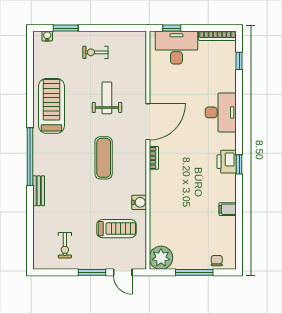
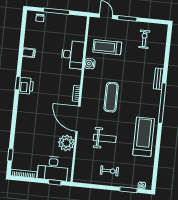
weight bench: (107, 98) -> (105, 138), turned -90
treadmill: (52, 106) -> (144, 137), turned 180
desk: (221, 112) -> (73, 55), moved, turned 180
door: (148, 122) -> (78, 119), hinge flipped
plant: (161, 258) -> (66, 143), moved

